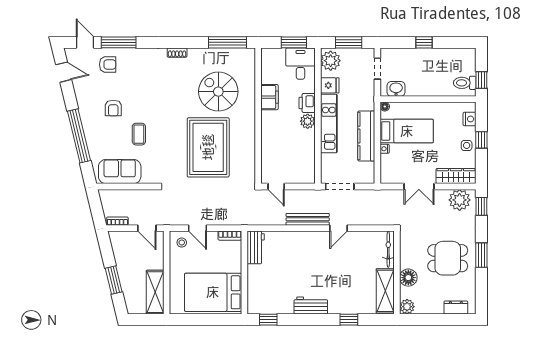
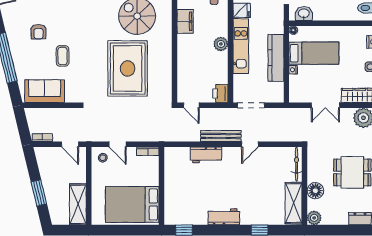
printer: (307, 103) -> (220, 94), moved
workbench: (256, 247) -> (206, 155), moved, turned 90

